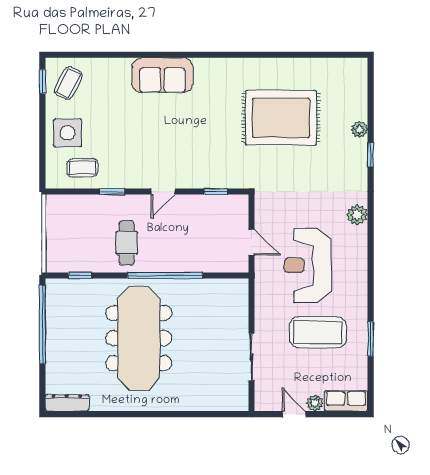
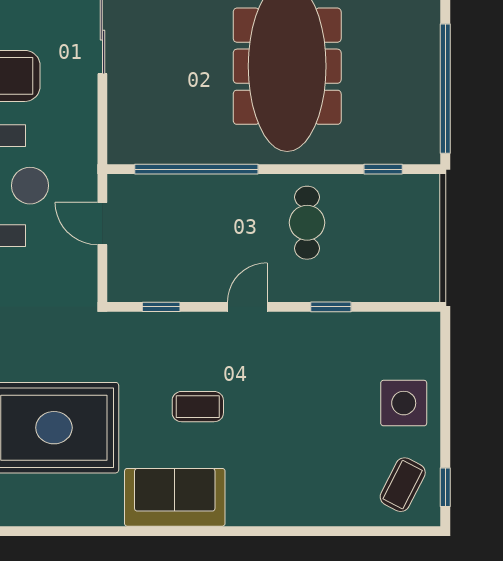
sofa: (162, 75) -> (175, 497), moved
coffee table: (82, 168) -> (198, 407), moved
window: (165, 275) -> (196, 169), moved

